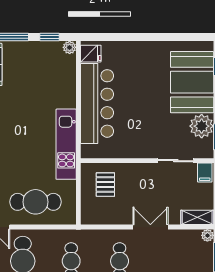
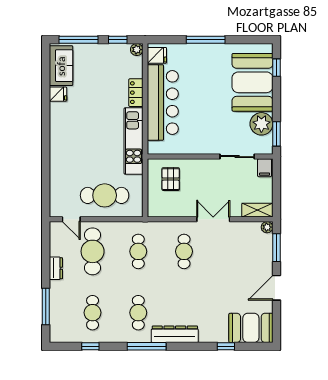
window: (142, 37) -> (206, 40), added
locker: (69, 93) -> (136, 93), added

